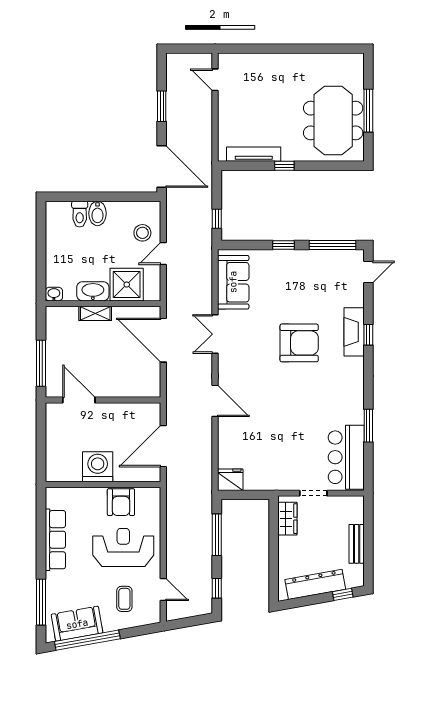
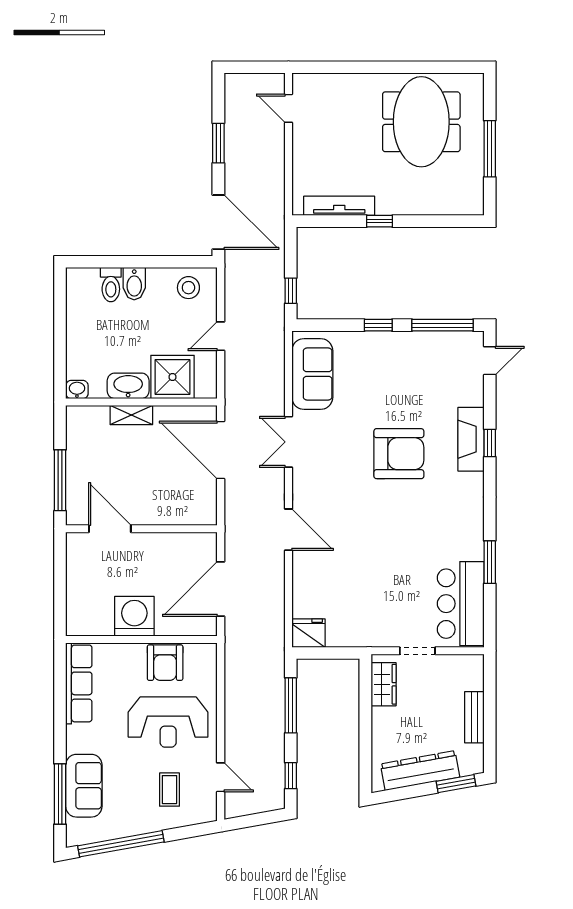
meeting table: (333, 121) -> (421, 122), moved
stool: (142, 233) -> (188, 288), moved
row of seats: (55, 540) -> (79, 683), moved
reception desk: (123, 547) -> (168, 722), turned 180
window: (343, 594) -> (456, 784), width x1.50
sofa: (77, 624) -> (84, 786), moved, turned 100

